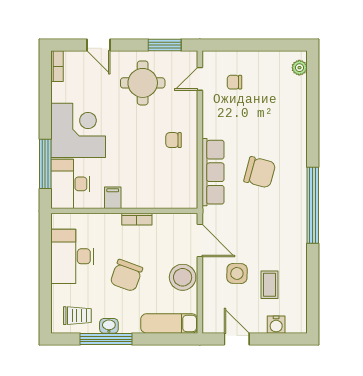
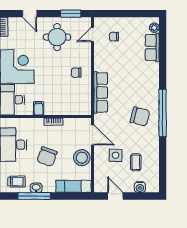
row of seats: (296, 100) -> (152, 48), added
chair: (260, 172) -> (140, 116), moved

